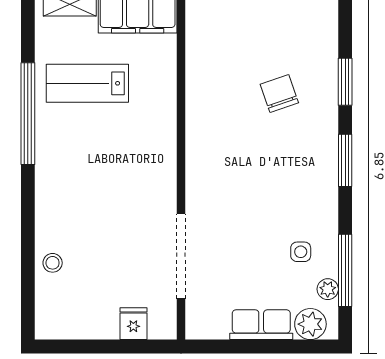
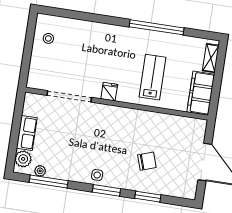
lab bench: (87, 83) -> (152, 77), moved
side table: (301, 252) -> (97, 175), moved
stool: (53, 263) -> (48, 38), moved
fridge: (133, 324) -> (109, 92), moved, turned -90

